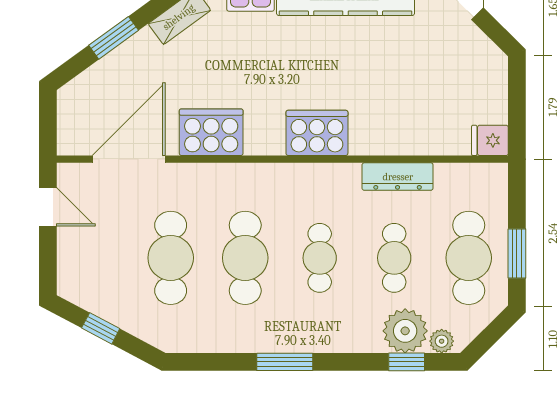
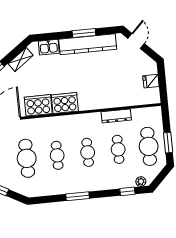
cooker: (317, 133) -> (65, 103), moved
fridge: (490, 140) -> (151, 81), moved
cafe table: (245, 258) -> (57, 155), width x0.73, depth x0.74
plant: (405, 331) -> (126, 179), removed

